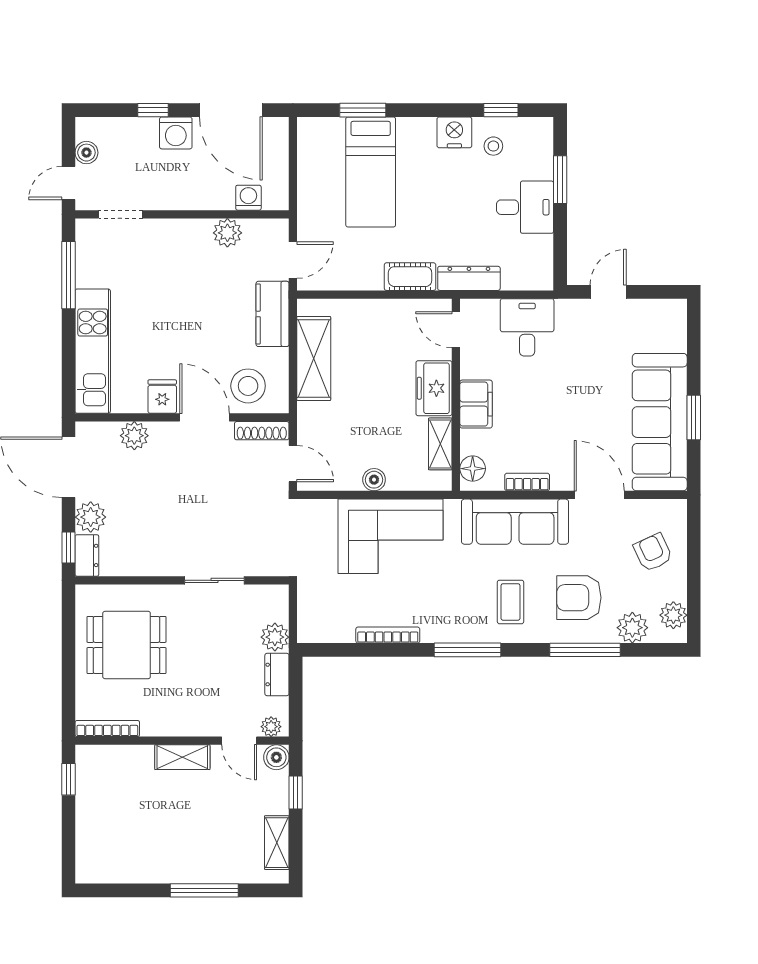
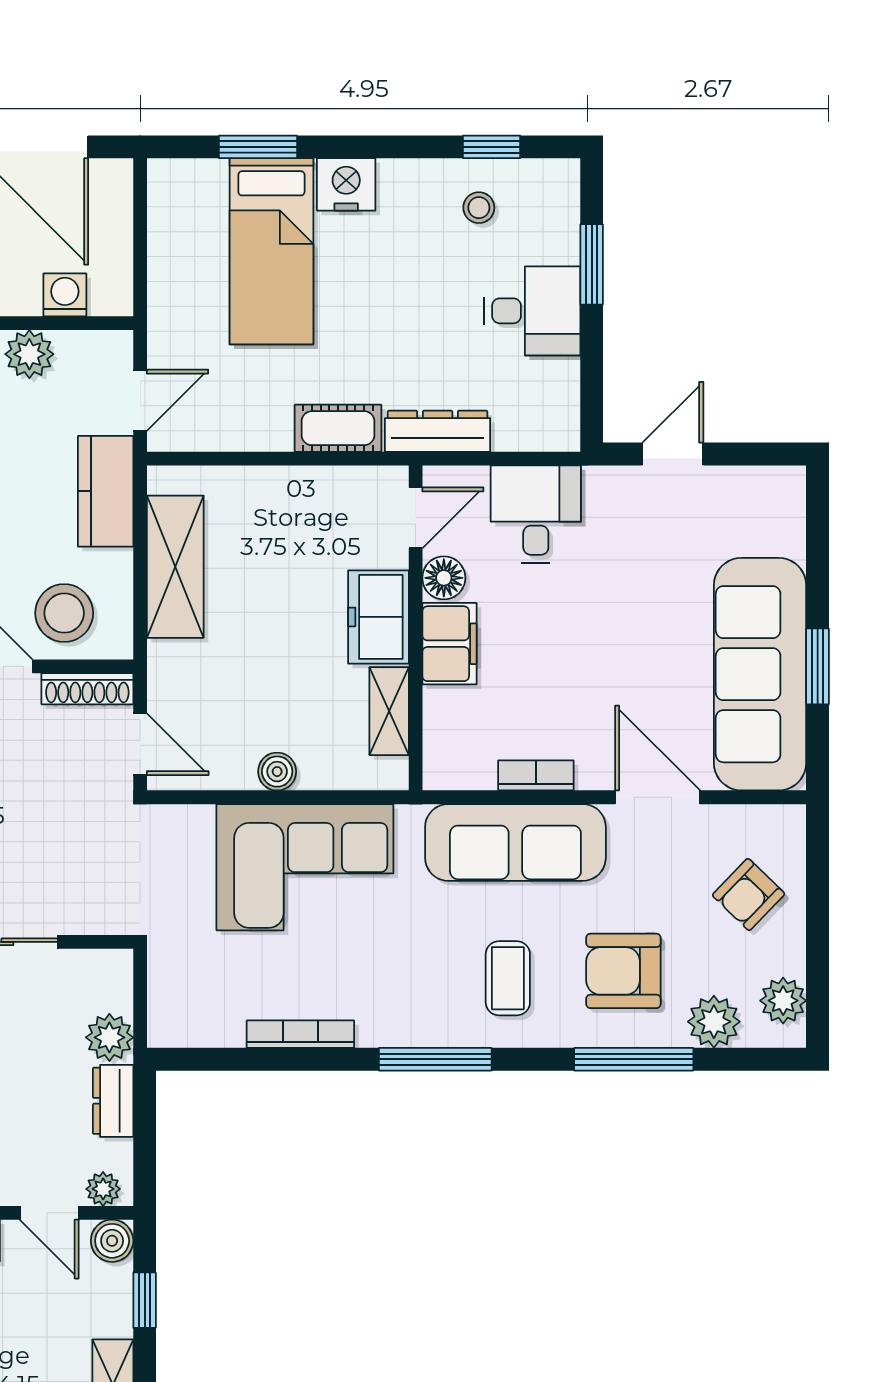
nightstand: (454, 132) -> (346, 184), moved
door: (456, 330) -> (416, 518), swing flipped
floor lamp: (473, 469) -> (444, 578), moved
armchair: (653, 552) -> (749, 895), turned -111

